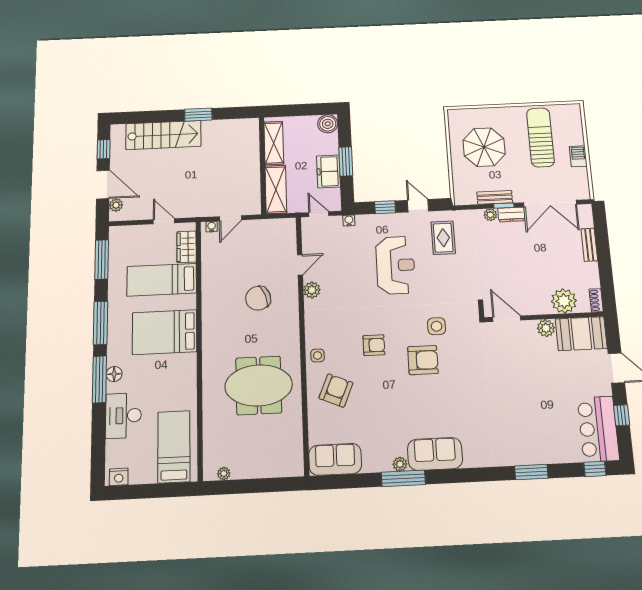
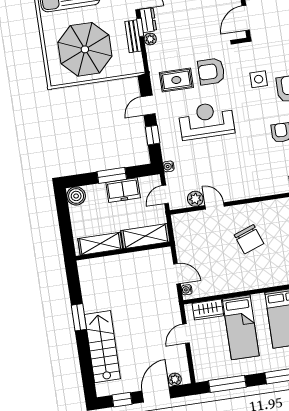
parasol: (484, 147) -> (85, 49), width x1.36, depth x1.36
armchair: (450, 276) -> (211, 71), added
plant: (312, 290) -> (195, 199), moved

